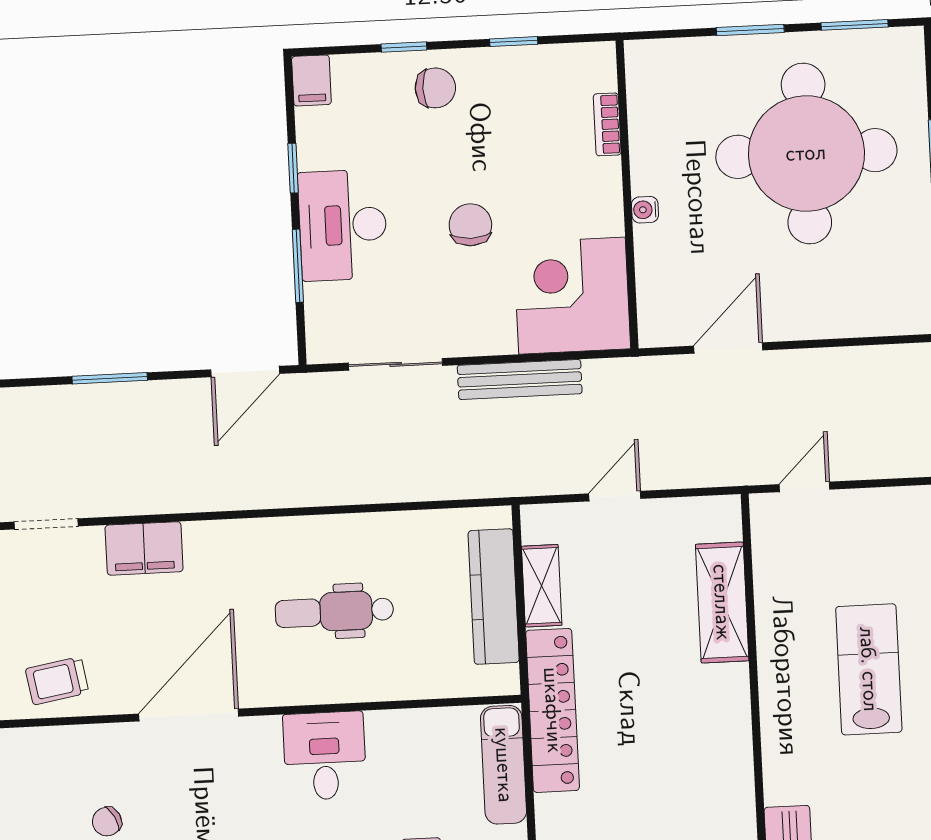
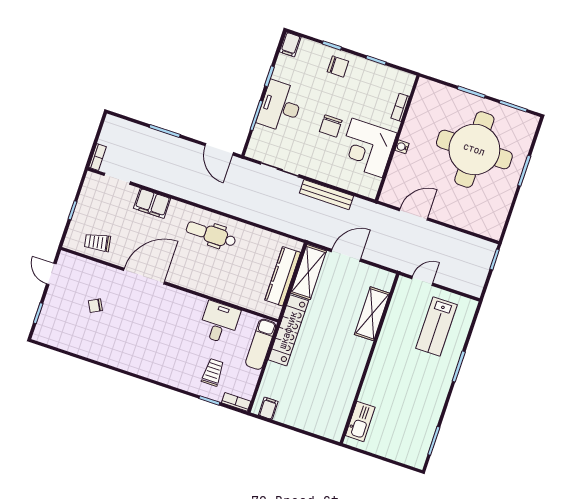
chair: (470, 225) -> (331, 126), turned 180
corner desk: (572, 296) -> (367, 148), moved, turned -90
door: (245, 372) -> (219, 149), hinge flipped
door: (615, 496) -> (346, 255), width x1.38
shelving: (542, 586) -> (309, 272), width x1.50, depth x1.33
dental chair: (334, 611) -> (211, 234), moved
lab bench: (869, 669) -> (437, 327), moved, turned 180
desk: (325, 756) -> (219, 322), moved

